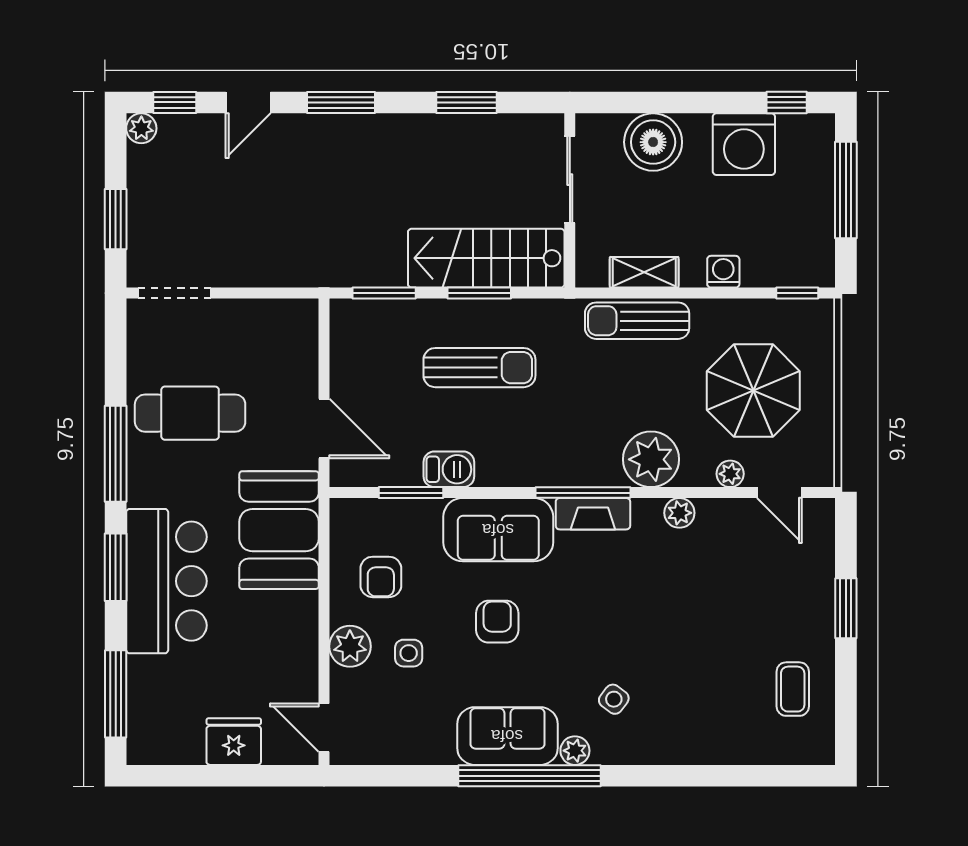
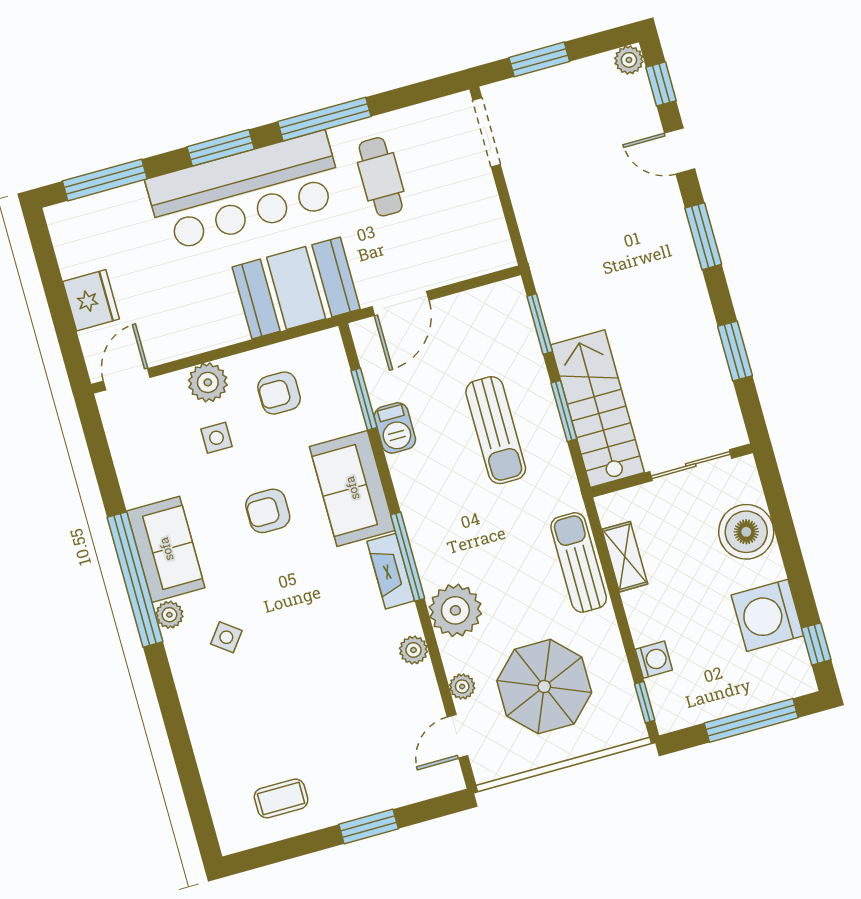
washing machine: (723, 272) -> (654, 660), moved
cafe table: (190, 413) -> (381, 177), width x0.73, depth x0.74
bar counter: (166, 581) -> (245, 191), width x1.36
armchair: (497, 622) -> (268, 511), turned 180

